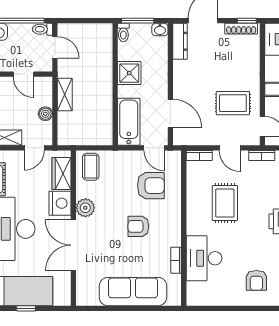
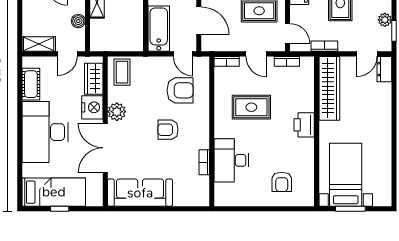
rug: (225, 203) -> (251, 107), turned 90
sofa: (133, 292) -> (140, 193), moved

